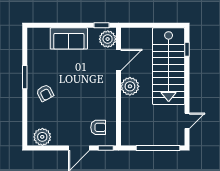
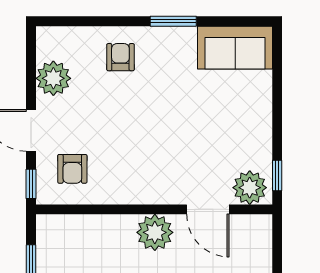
sofa: (69, 38) -> (235, 48), moved, turned -90
armchair: (45, 93) -> (120, 57), moved, turned 118
plant: (42, 137) -> (53, 78), moved

